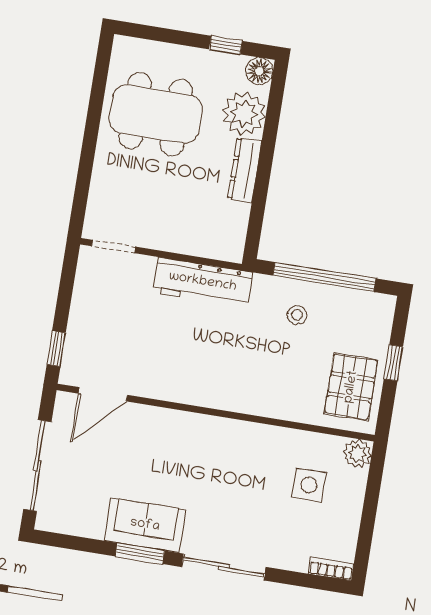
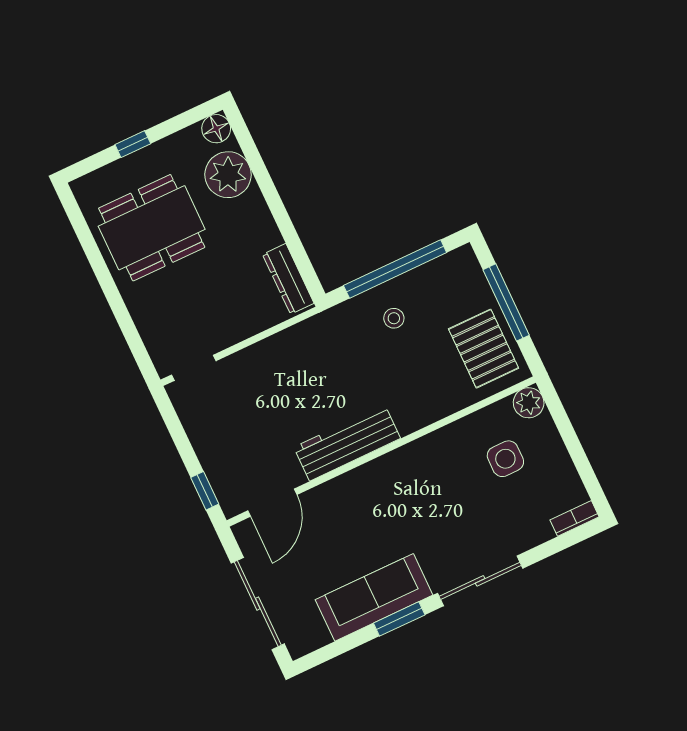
window: (226, 45) -> (133, 144), moved
dresser: (245, 170) -> (288, 279), moved
workbench: (203, 282) -> (347, 443), moved, turned 180
window: (393, 363) -> (506, 302), width x2.17
sofa: (145, 525) -> (374, 597), width x1.36

